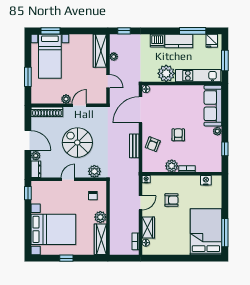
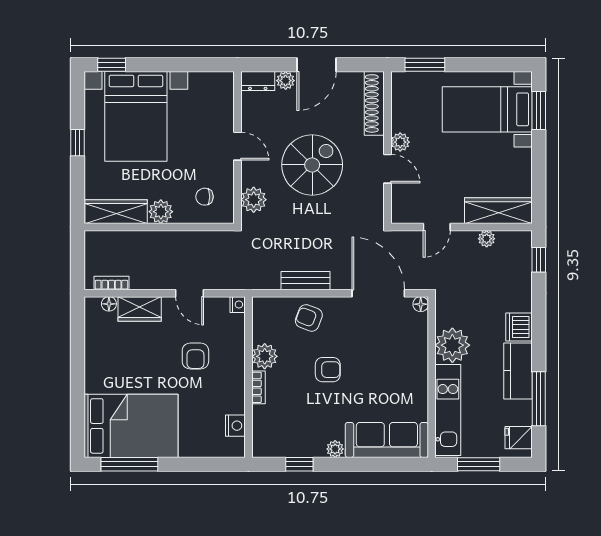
window: (28, 77) -> (425, 65), moved
window: (28, 193) -> (112, 65), moved

